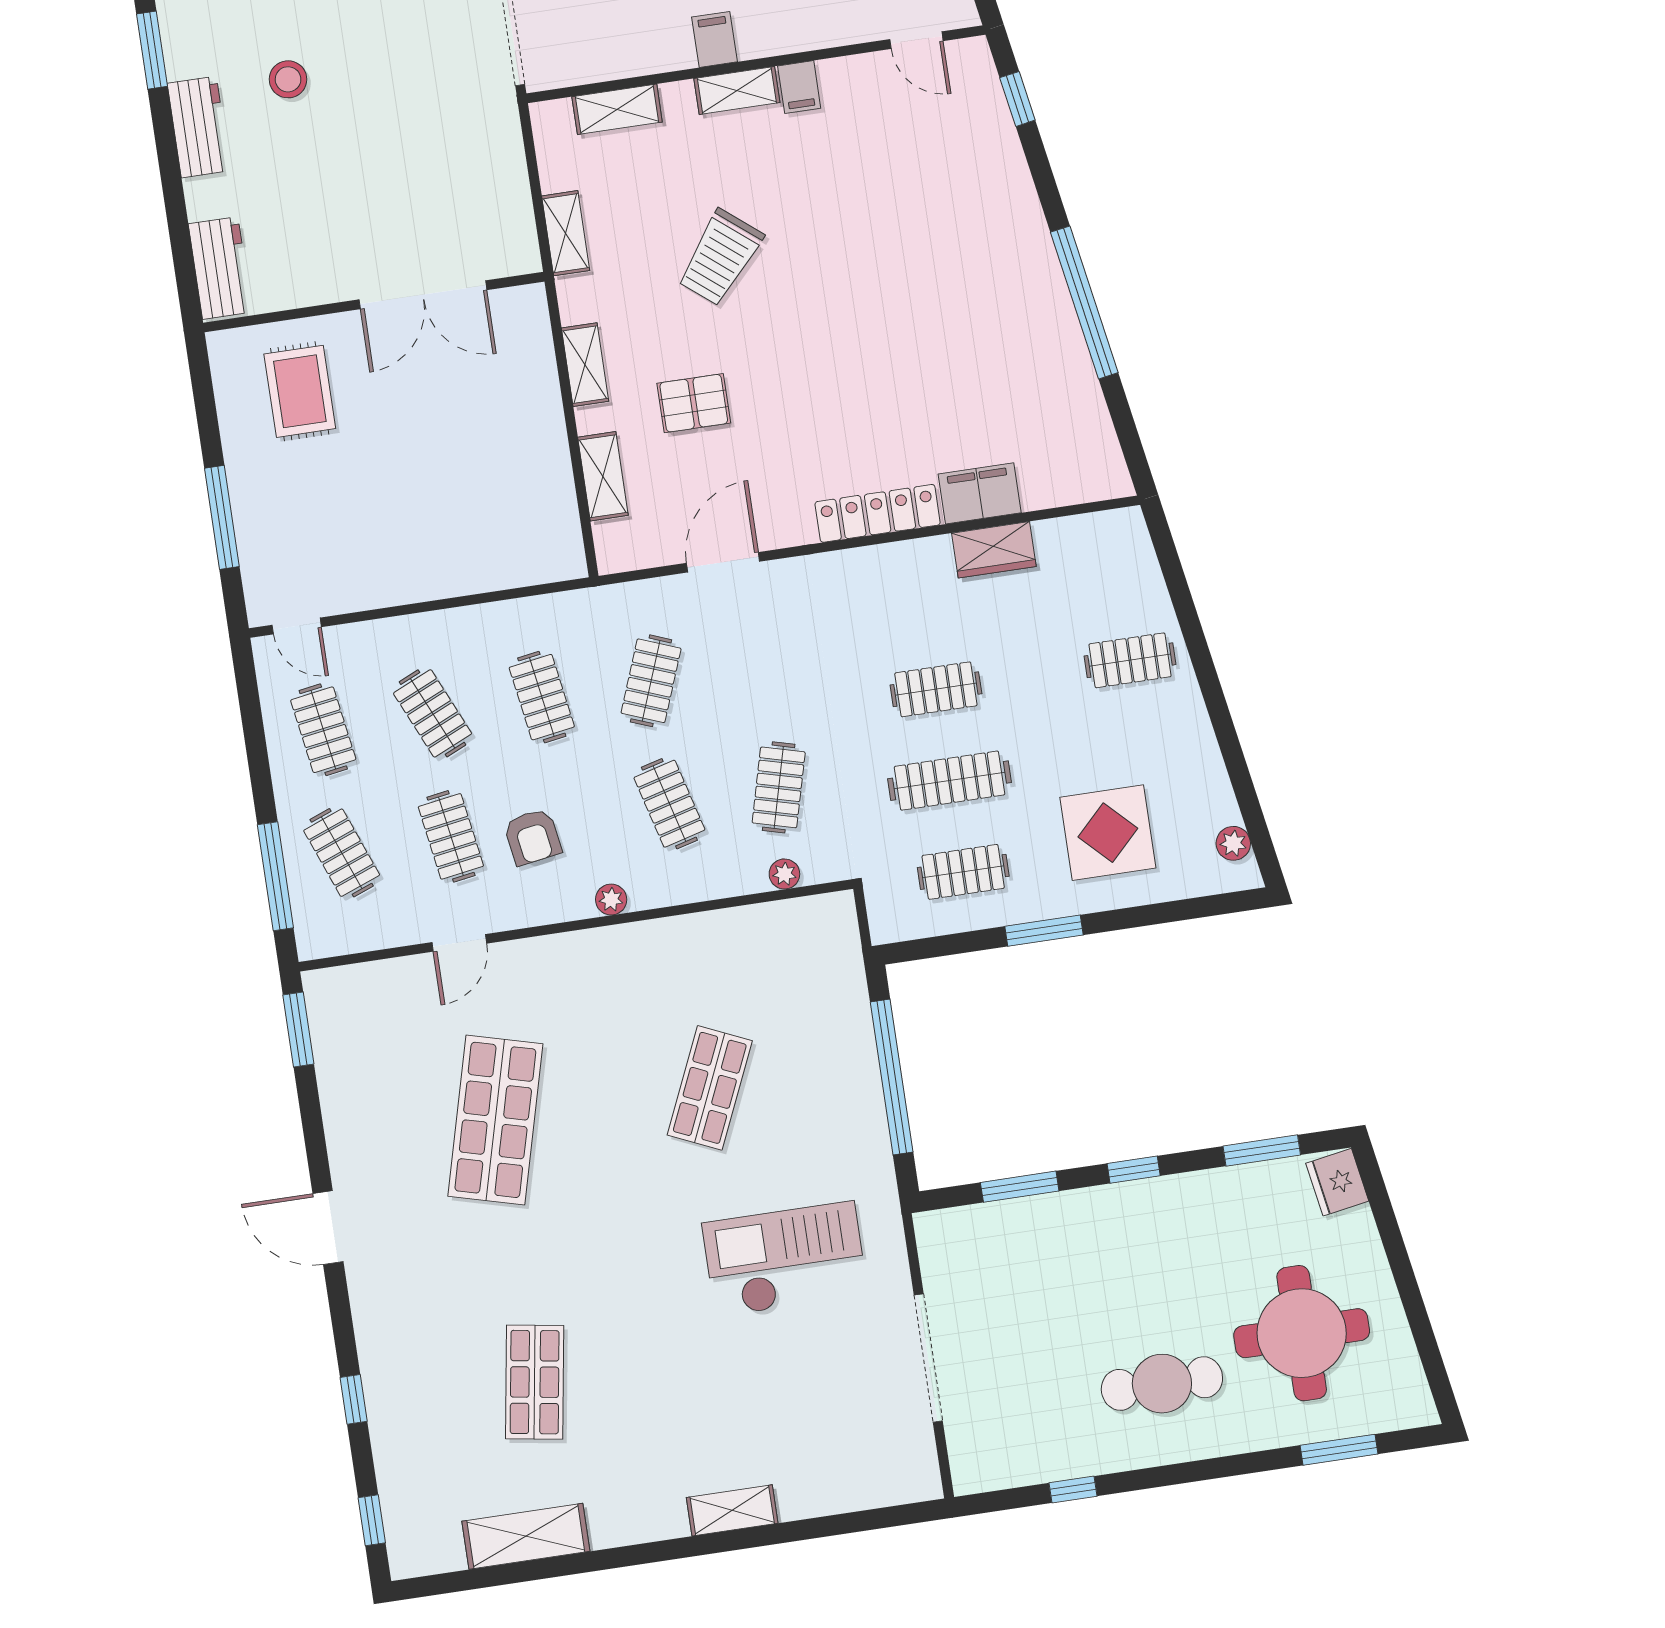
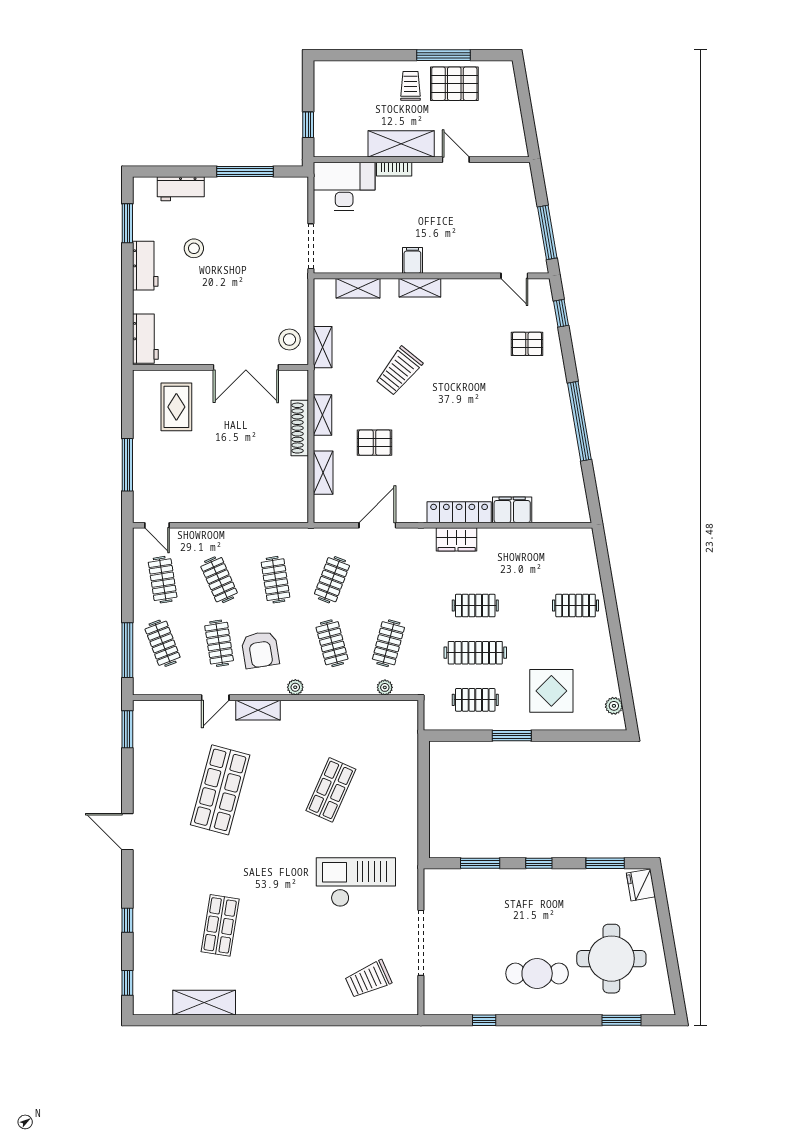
filing cabinet: (799, 87) -> (452, 291), removed
pallet: (960, 168) -> (527, 344), added
stool: (499, 228) -> (289, 340), added
shoe rack: (545, 397) -> (300, 428), added
wardrobe: (994, 550) -> (457, 539), moved
armchair: (533, 837) -> (260, 650), width x1.38, depth x1.38
window: (892, 1077) -> (424, 798), removed
trolley: (837, 1444) -> (368, 979), added
shelving: (732, 1510) -> (258, 710), moved

